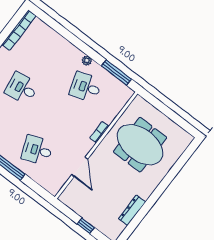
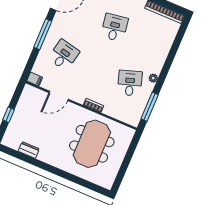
desk: (37, 150) -> (64, 55), turned 33
filing cabinet: (55, 188) -> (35, 79), added
dresser: (132, 210) -> (29, 150), width x0.70

